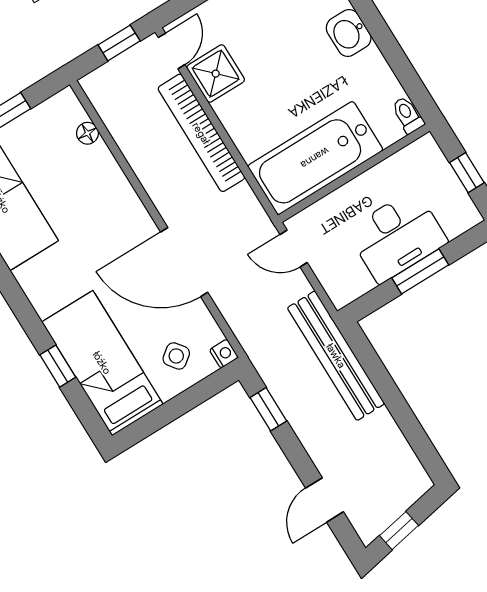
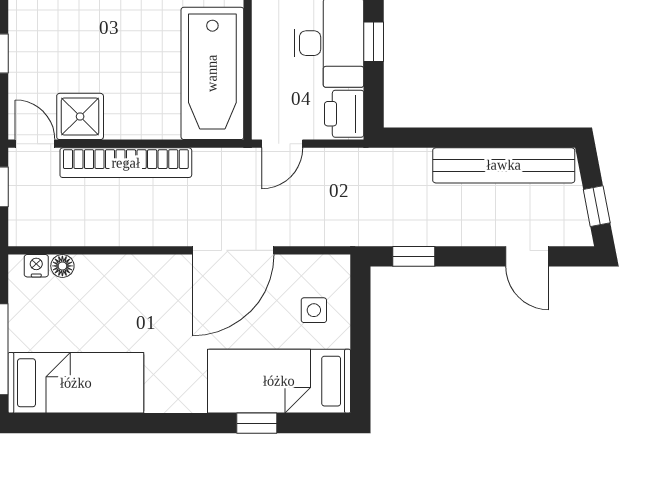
window: (420, 271) -> (374, 42), width x0.67
printer: (348, 283) -> (344, 114), added
nightstand: (224, 354) -> (36, 266), moved
side table: (176, 356) -> (314, 310), turned 37
bench: (336, 356) -> (504, 165), moved

